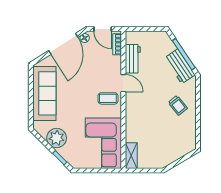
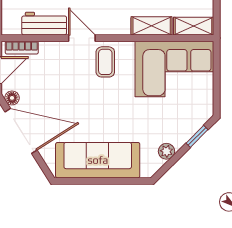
door: (123, 83) -> (82, 38), hinge flipped
shelving: (131, 128) -> (152, 26), added
plant: (57, 138) -> (166, 151), width x0.53, depth x0.53

